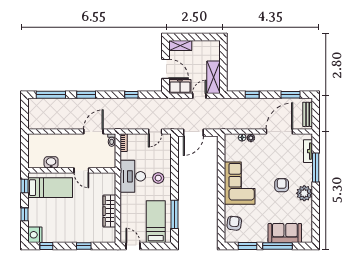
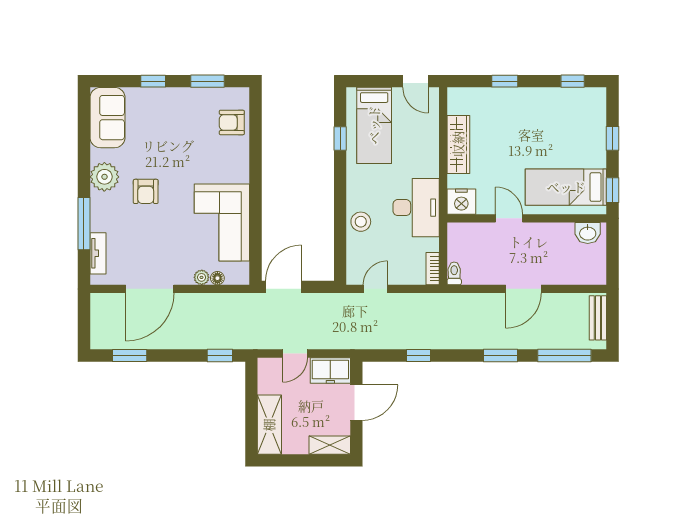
door: (166, 69) -> (356, 403), swing flipped
shelving: (213, 77) -> (269, 425), moved
window: (252, 95) -> (220, 356), moved
bench: (308, 114) -> (598, 318), moved
door: (93, 131) -> (523, 289), moved
door: (193, 133) -> (284, 287), moved
washbasin: (51, 162) -> (588, 233), moved
stool: (158, 178) -> (361, 222), moved
corner sofa: (240, 183) -> (222, 223), moved
window: (174, 214) -> (340, 139), width x0.46
armchair: (234, 223) -> (232, 122), turned 84
sofa: (285, 233) -> (108, 118), moved, turned -90
nightstand: (35, 235) -> (461, 202), moved, turned 90
window: (277, 246) -> (153, 81), width x0.46

